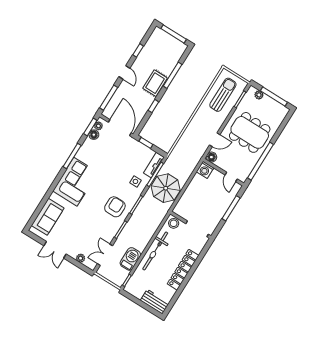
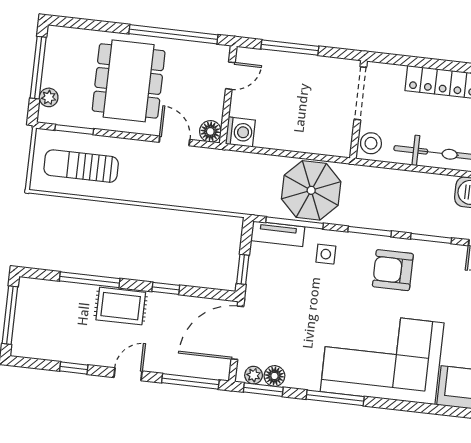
corner sofa: (75, 182) -> (382, 357), width x1.36, depth x1.36

